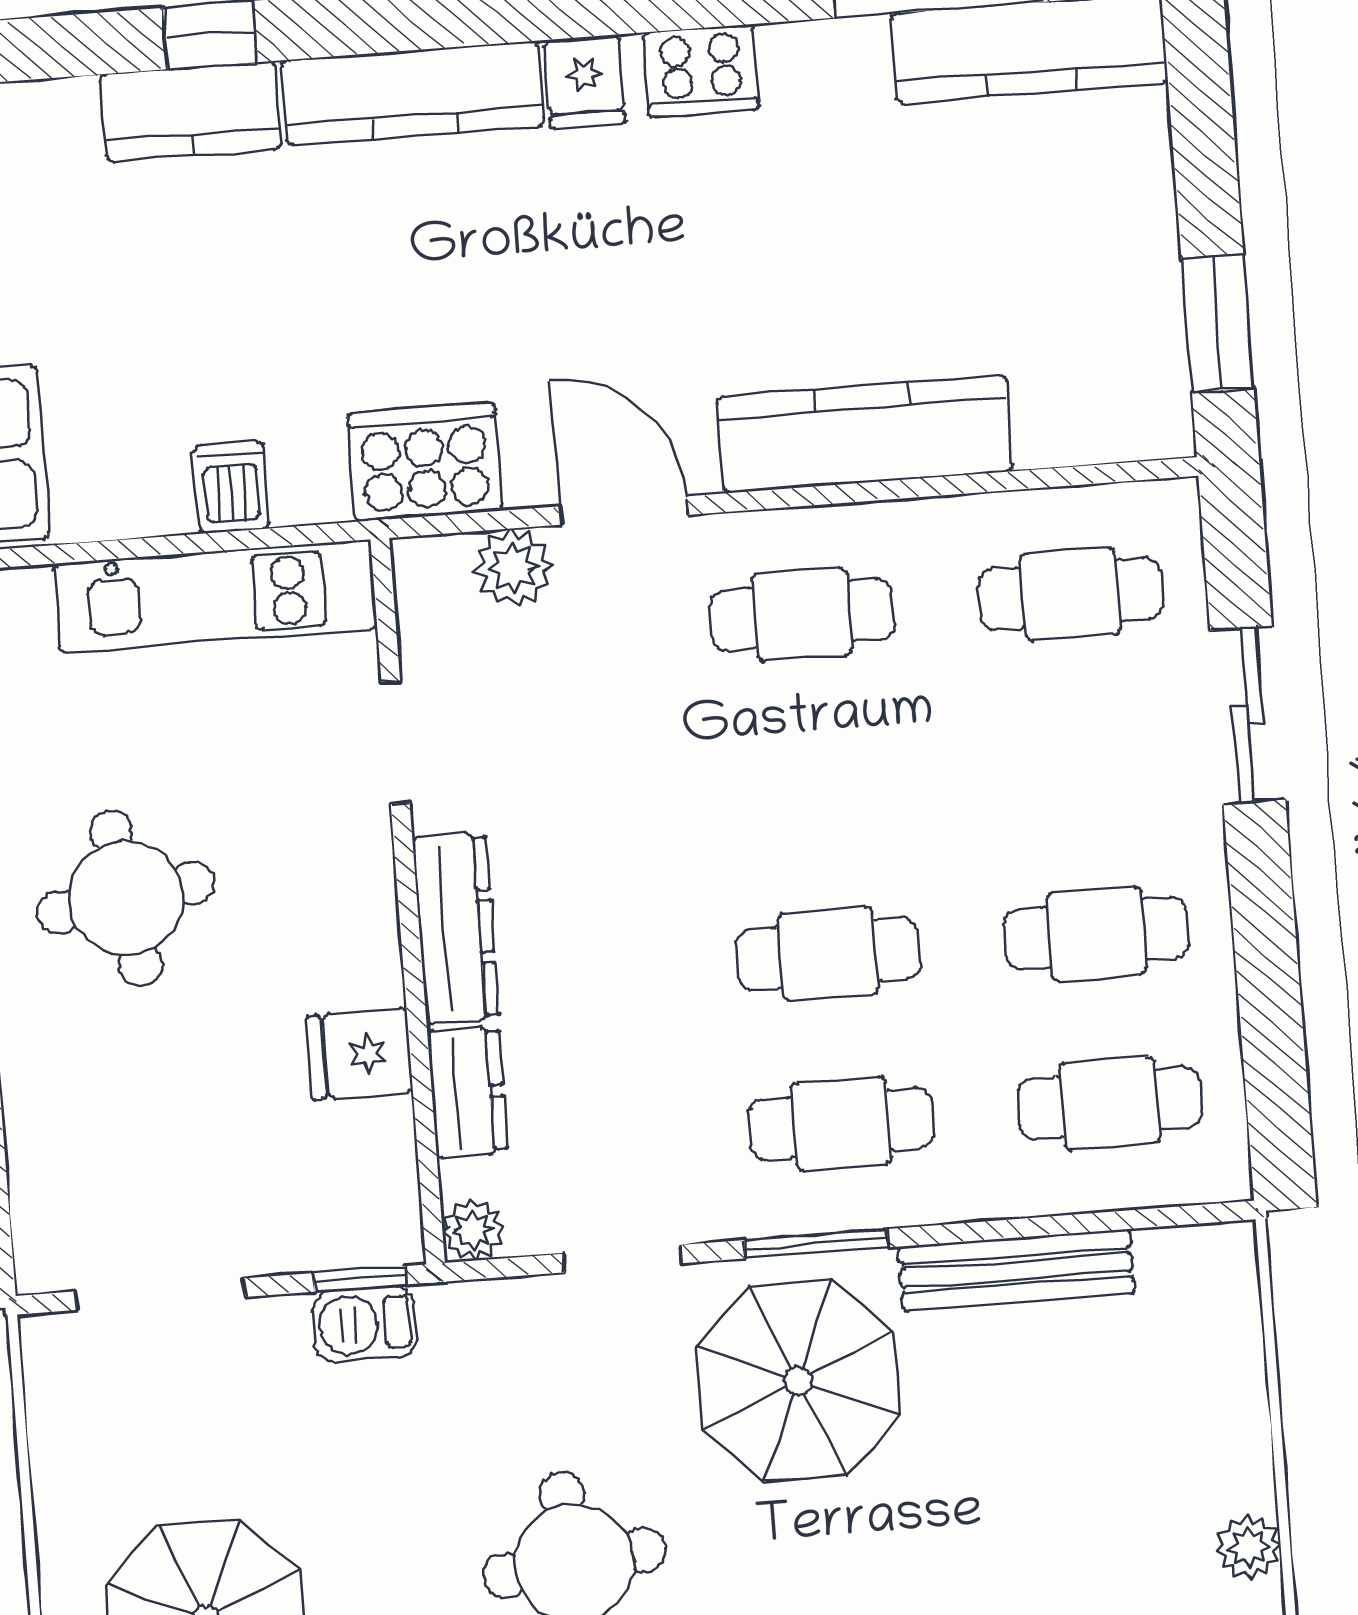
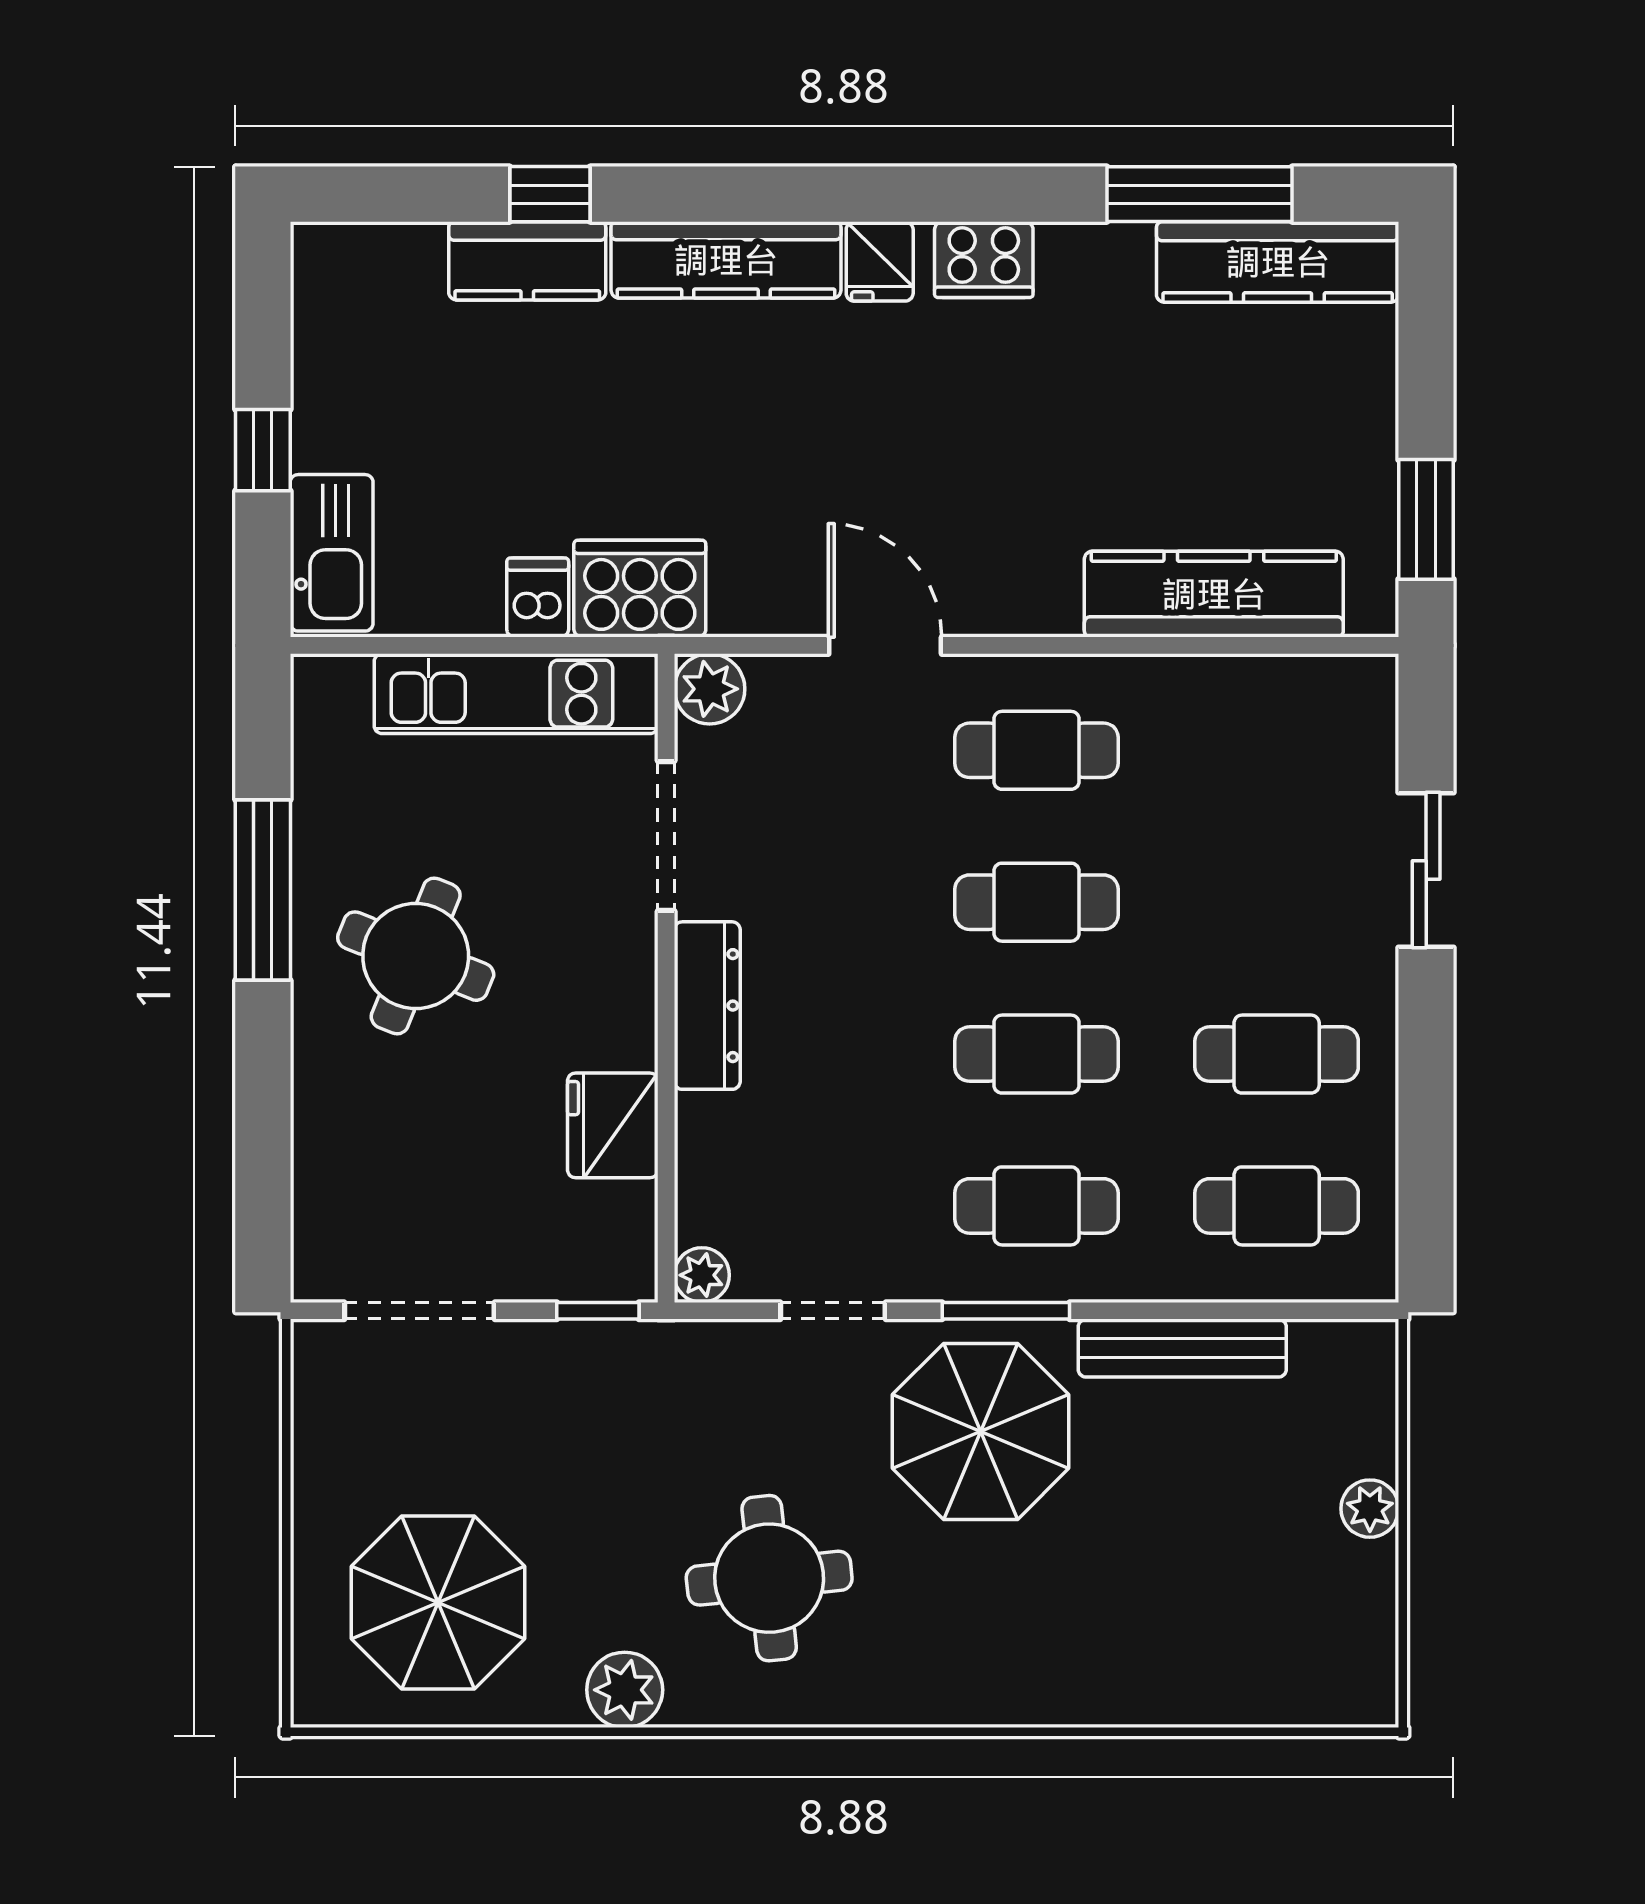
kitchen counter: (865, 434) -> (1214, 594), moved
cooker: (425, 462) -> (640, 589), moved
plant: (513, 568) -> (710, 689), moved
cafe table: (1070, 594) -> (1036, 902), moved
doorway: (395, 742) -> (666, 836), width x1.38
round table: (126, 898) -> (416, 956), turned 30
fridge: (359, 1054) -> (613, 1125), width x1.38
dresser: (468, 1092) -> (706, 1152), removed
barbecue: (365, 1324) -> (599, 1351), removed
plant: (1248, 1547) -> (1370, 1509), moved

